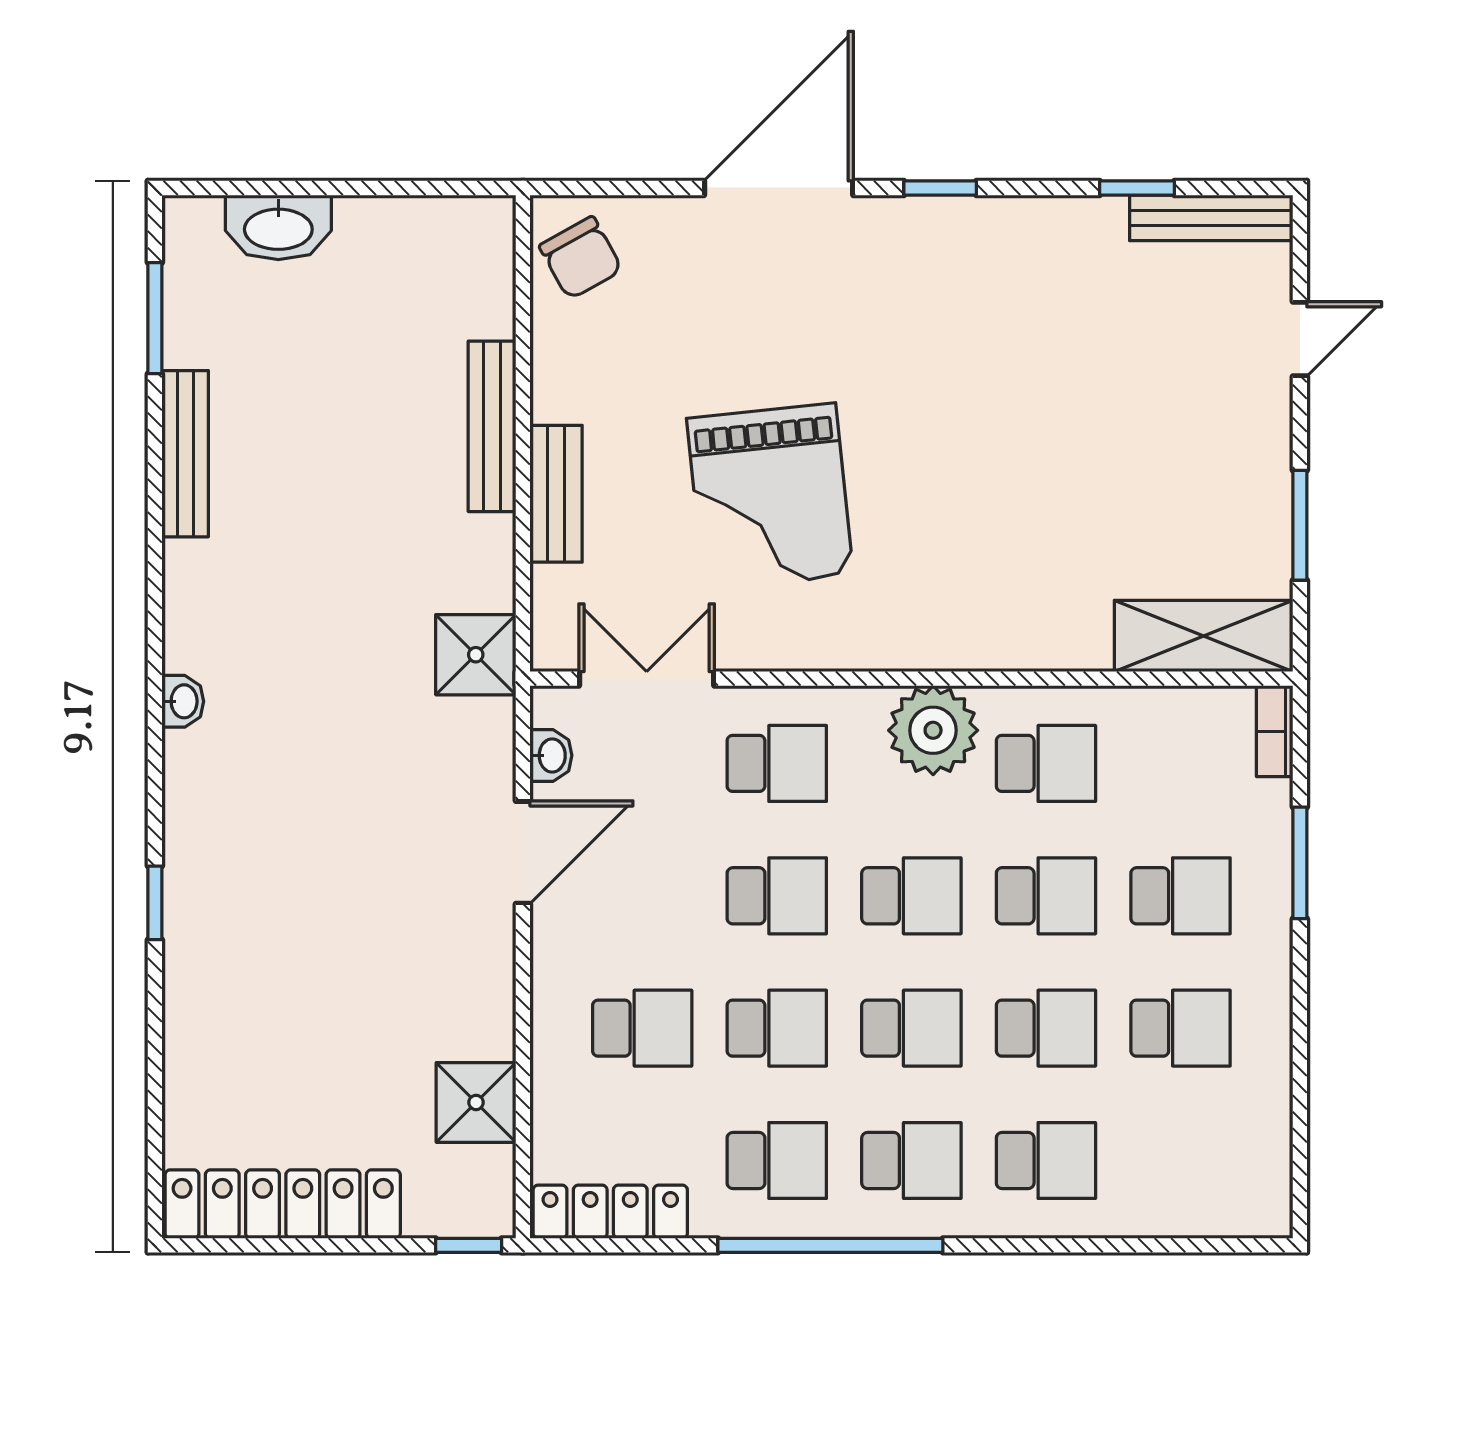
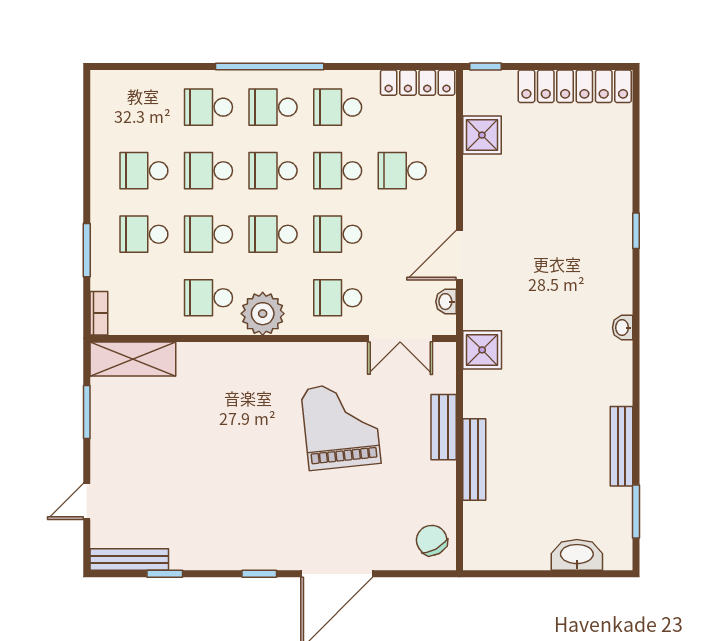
window: (830, 1245) -> (270, 67), moved

